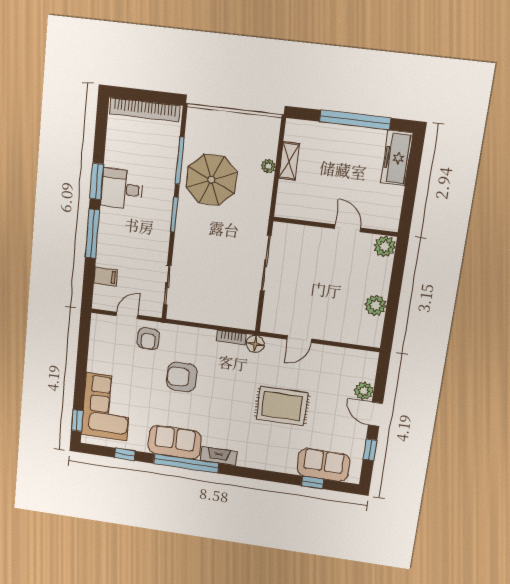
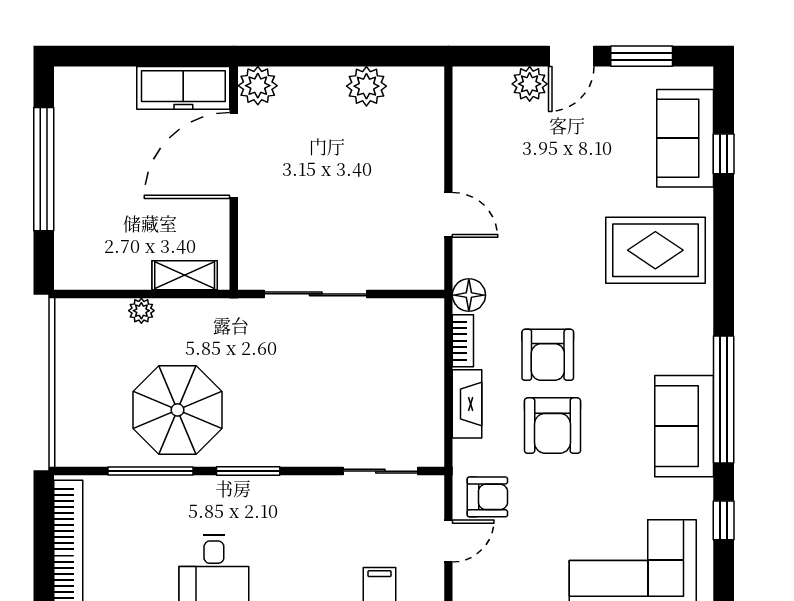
freezer: (397, 158) -> (183, 88), moved
shelving: (289, 161) -> (185, 275), moved
door: (348, 228) -> (234, 156), width x1.87
door: (127, 316) -> (448, 541), swing flipped
armchair: (219, 380) -> (548, 355), added
rug: (282, 406) -> (655, 250), moved, turned 90
window: (370, 450) -> (642, 56), width x1.50
fireplace: (219, 456) -> (467, 404), moved, turned 180

